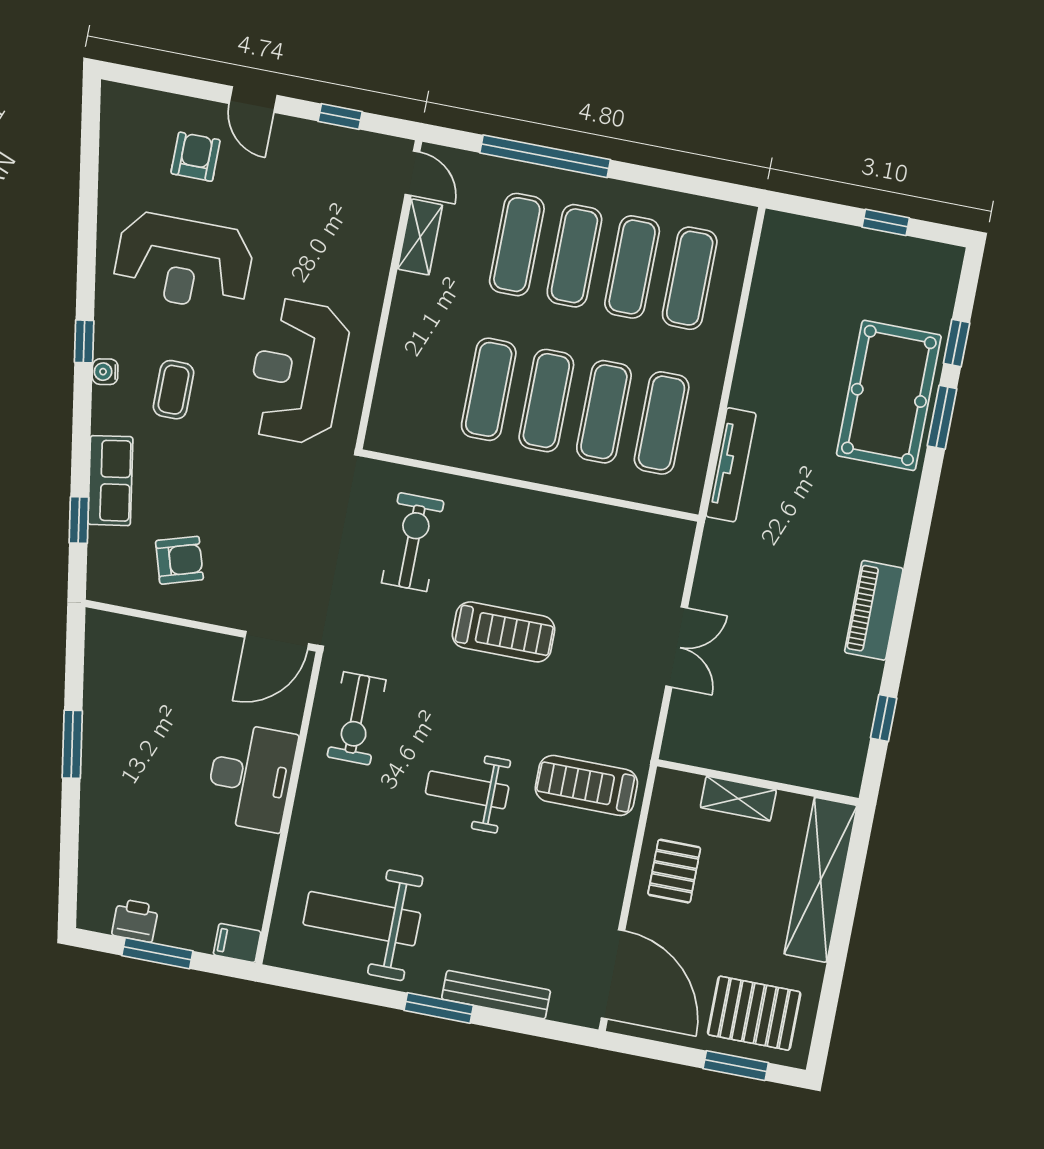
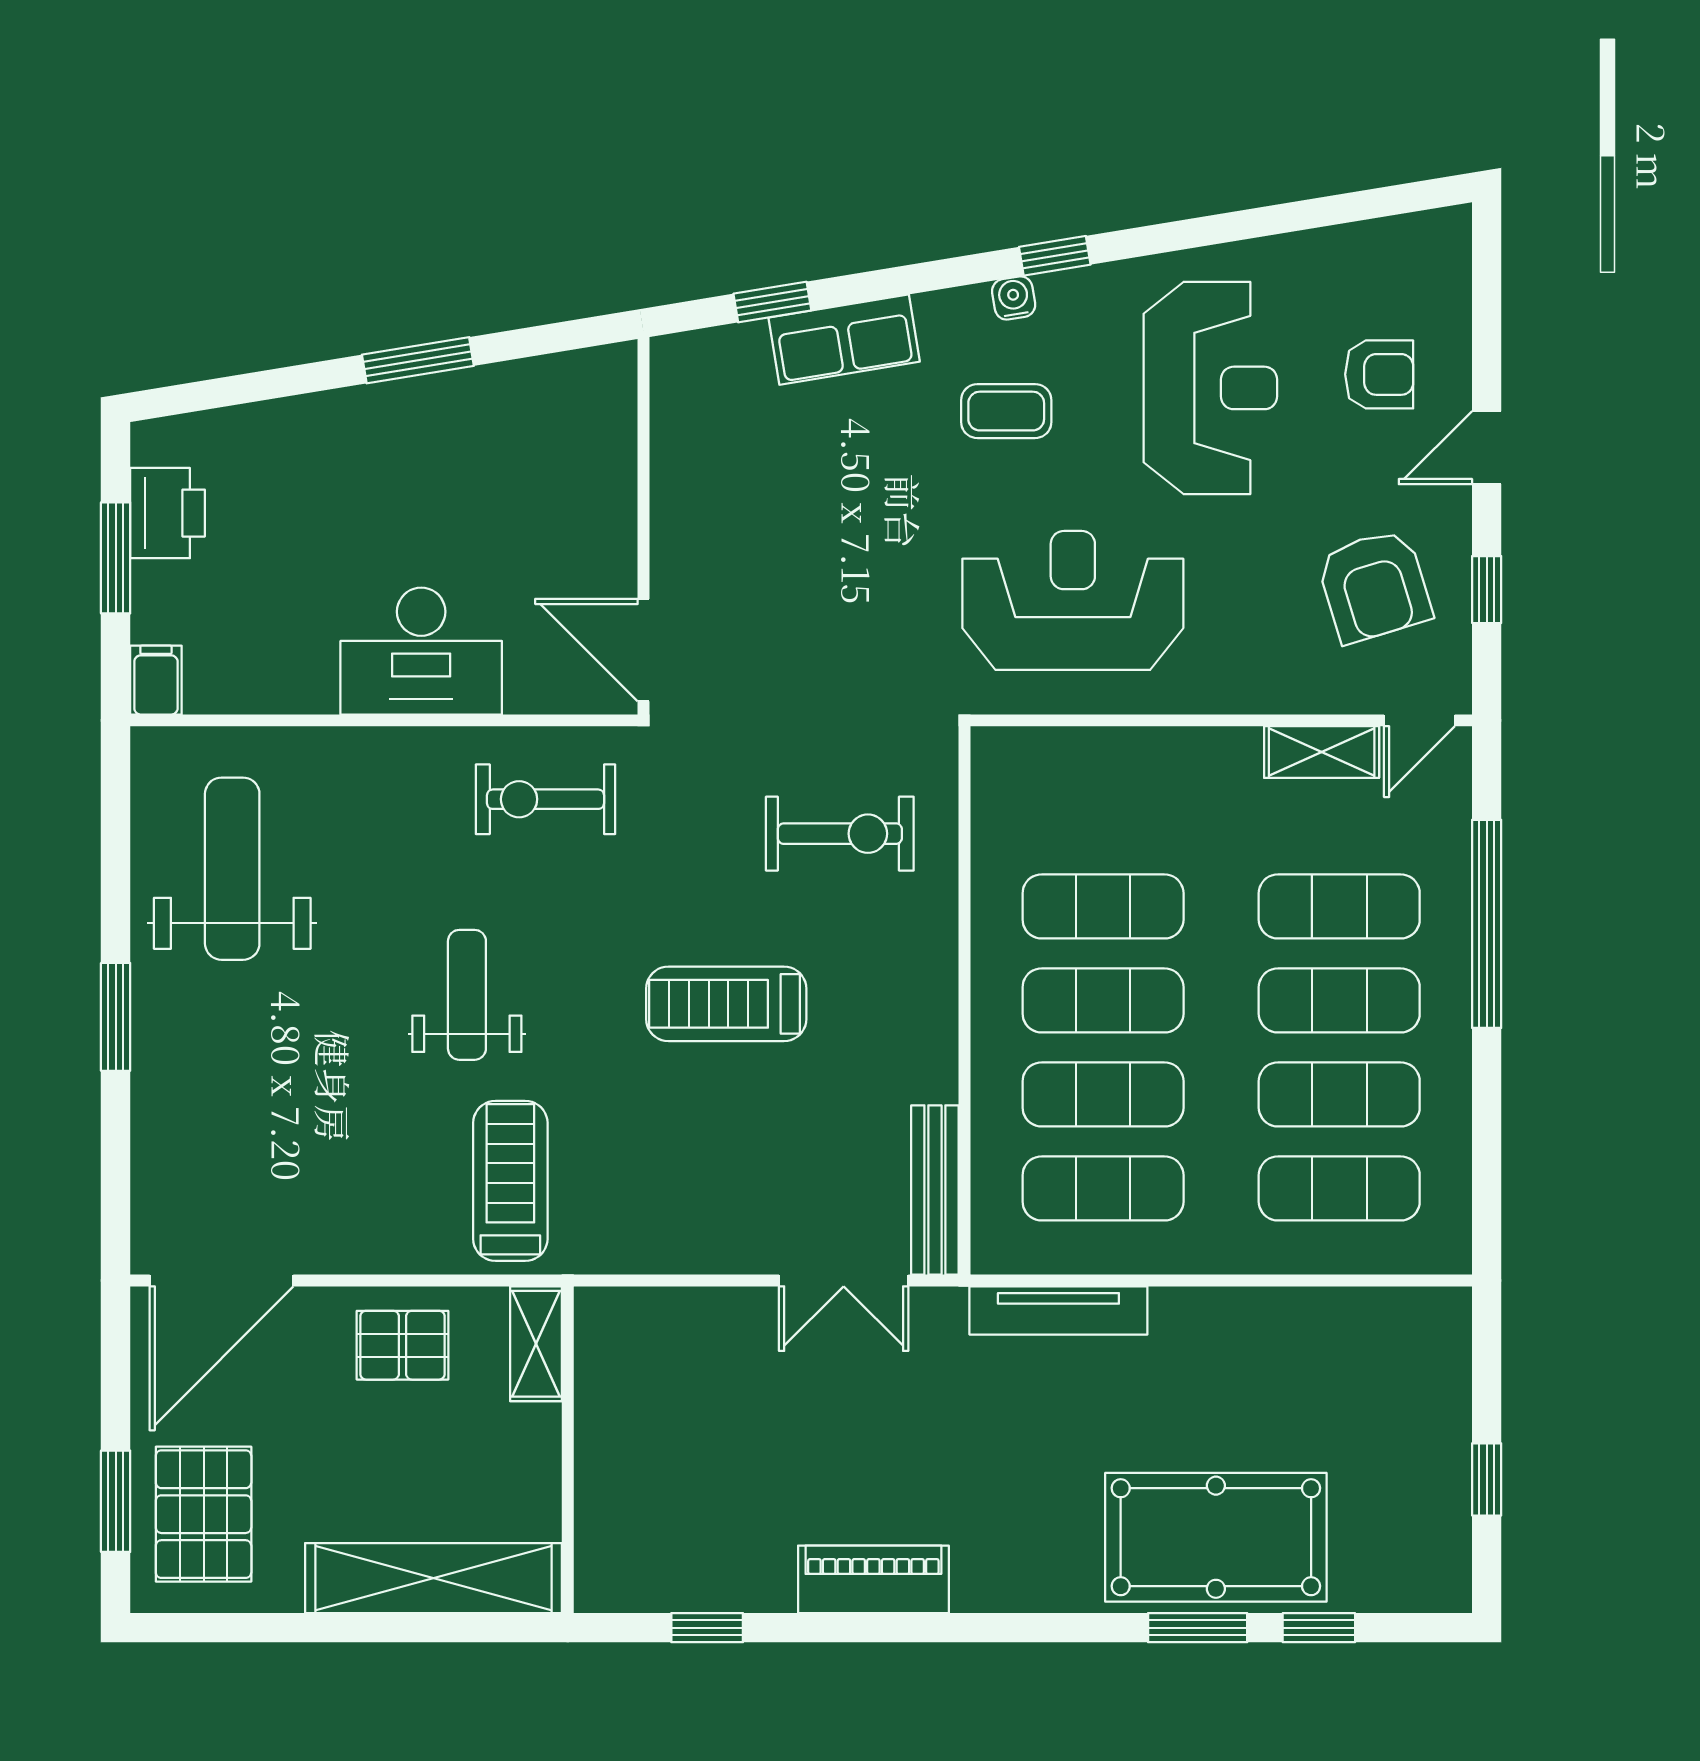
reception desk: (184, 262) -> (1210, 388), turned 180
armchair: (179, 560) -> (1374, 586), moved, width x1.38, depth x1.38
treadmill: (504, 632) -> (726, 1004), turned 90
double door: (677, 647) -> (844, 1280), moved
shelving: (738, 799) -> (536, 1344), moved
printer: (135, 920) -> (167, 513), width x1.36, depth x1.24
bench: (496, 995) -> (935, 1190), moved

